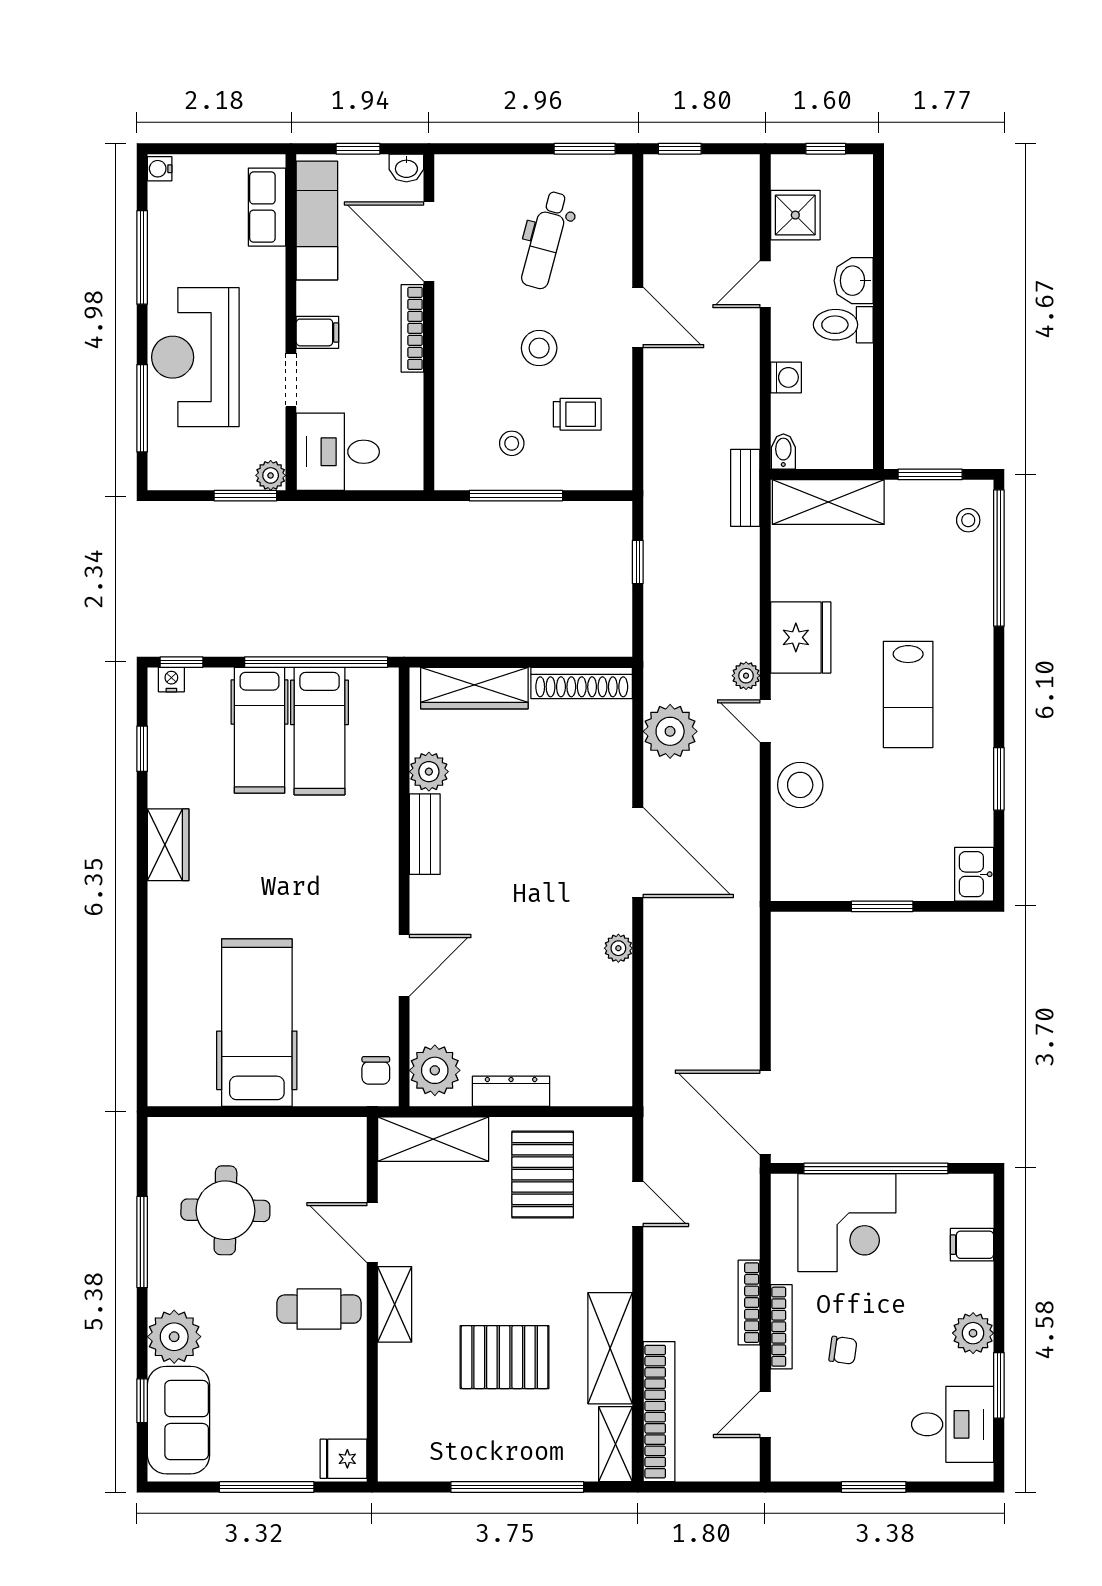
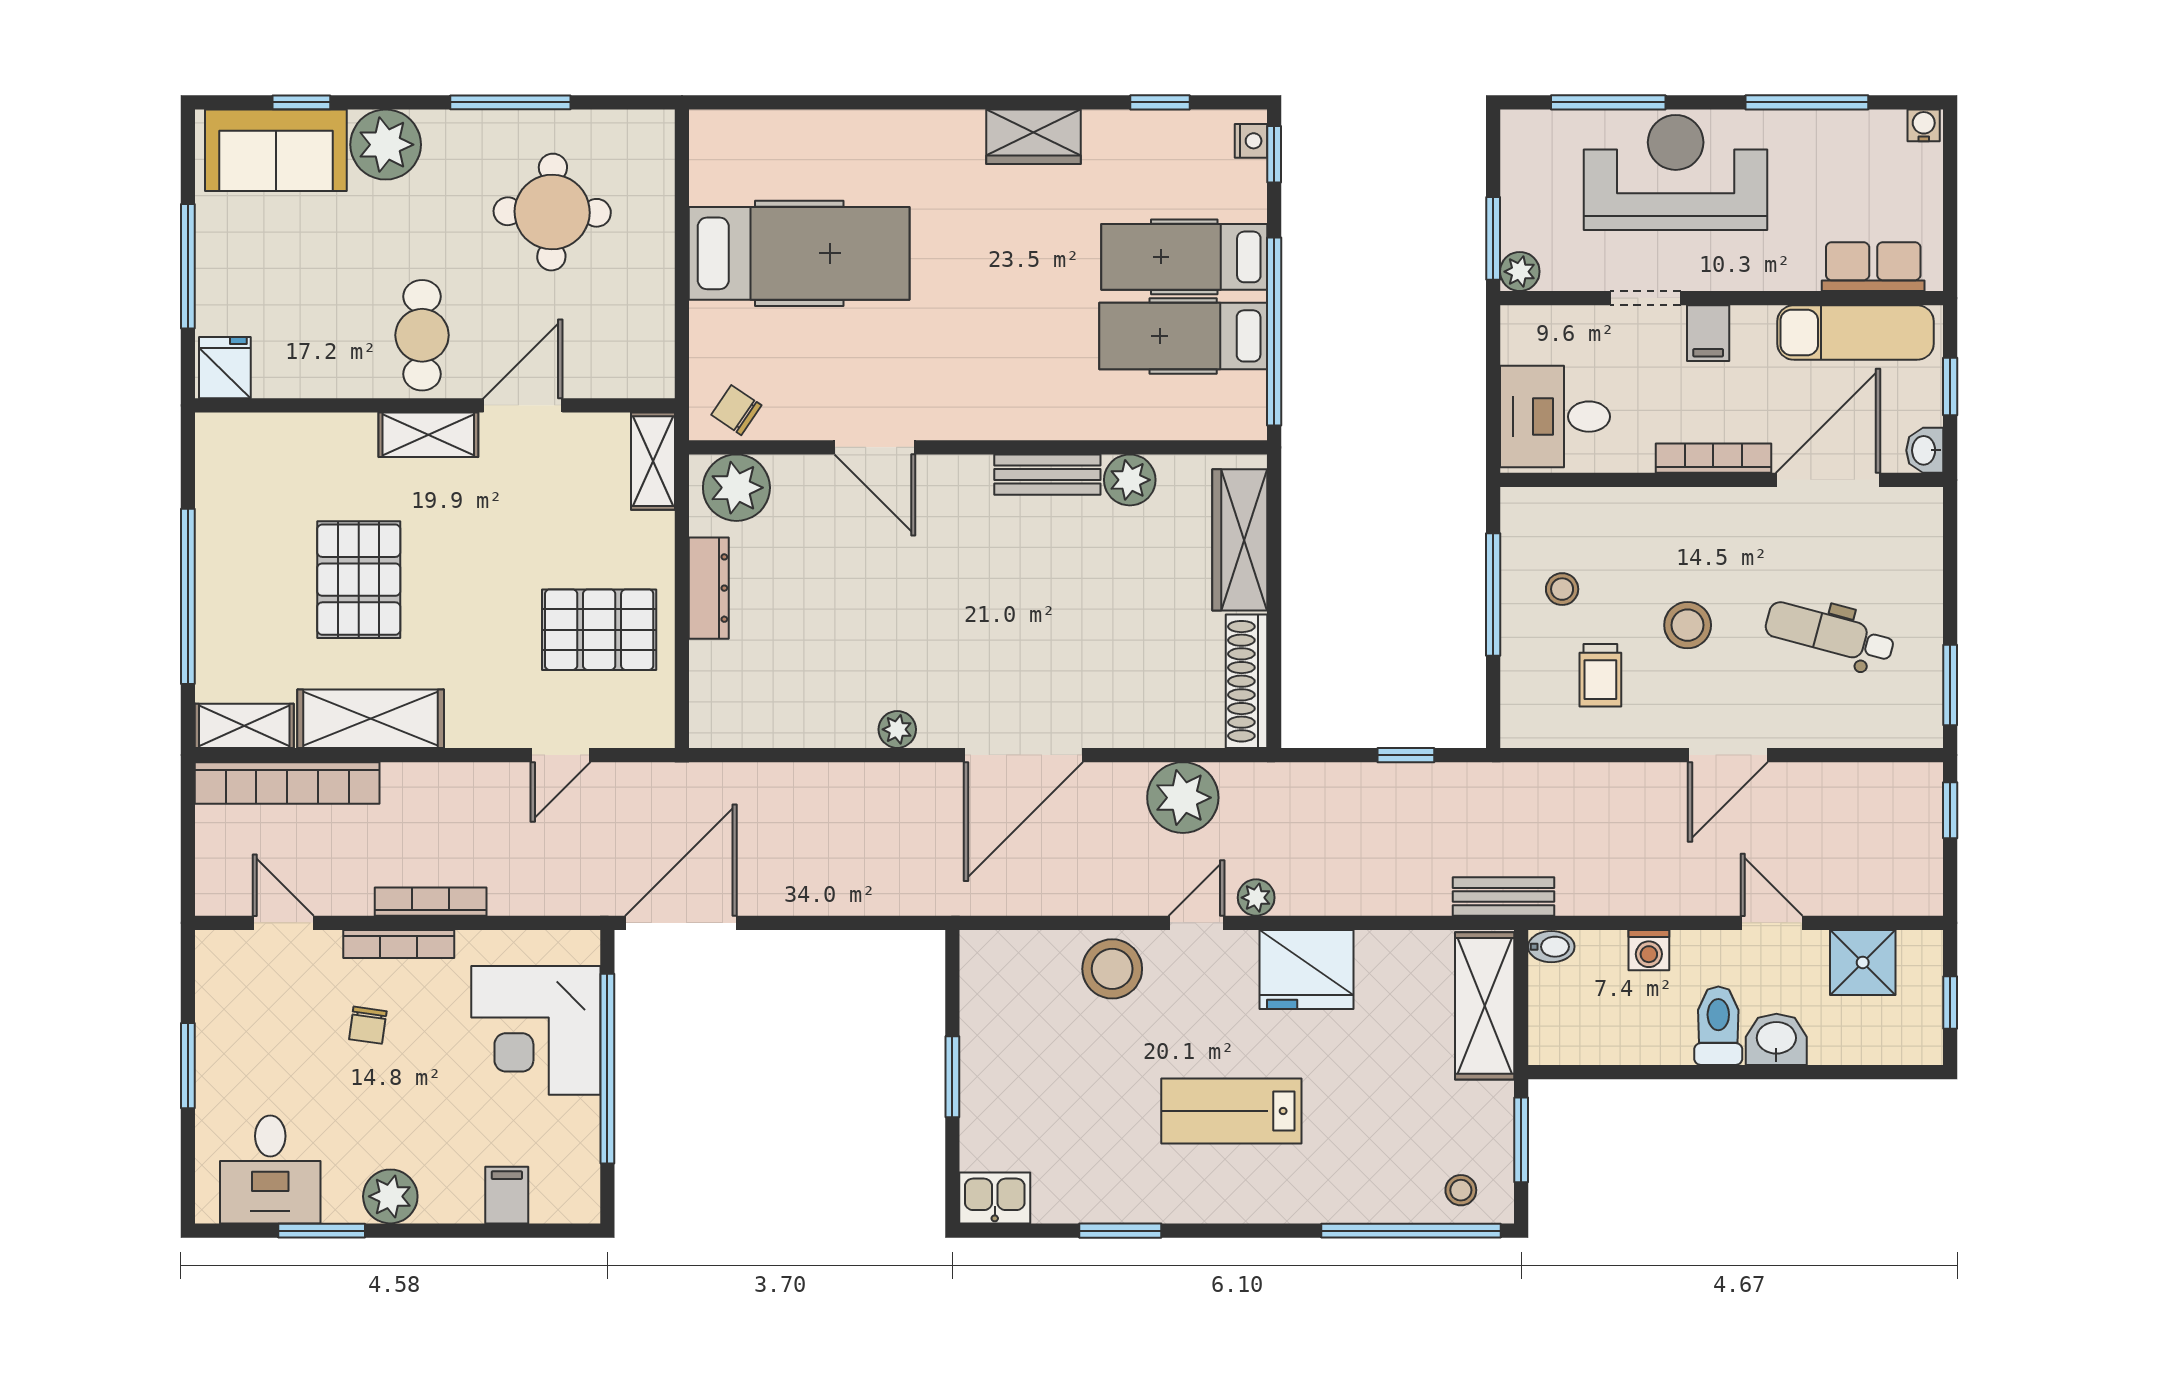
desk: (338, 452) -> (1555, 417), moved, turned -90
chair: (376, 1070) -> (736, 410), turned 34
shelving: (433, 1139) -> (653, 461), width x0.67, depth x0.75

